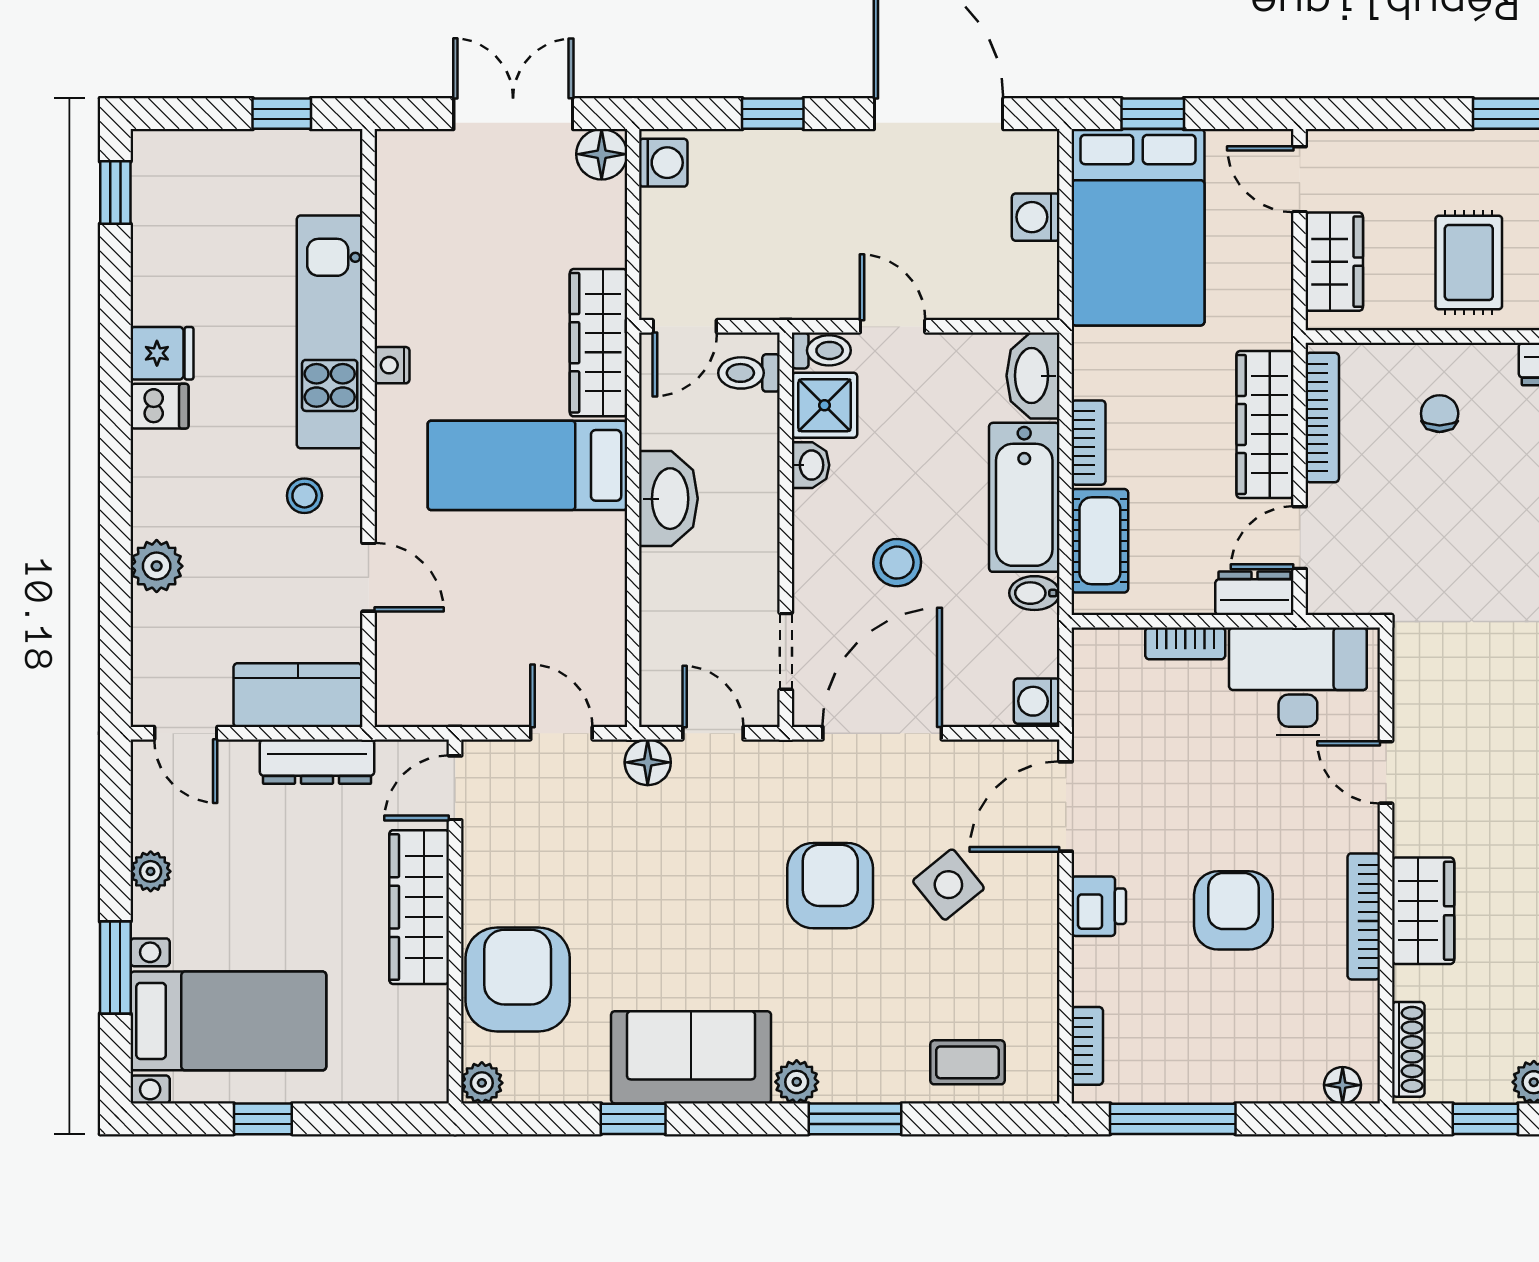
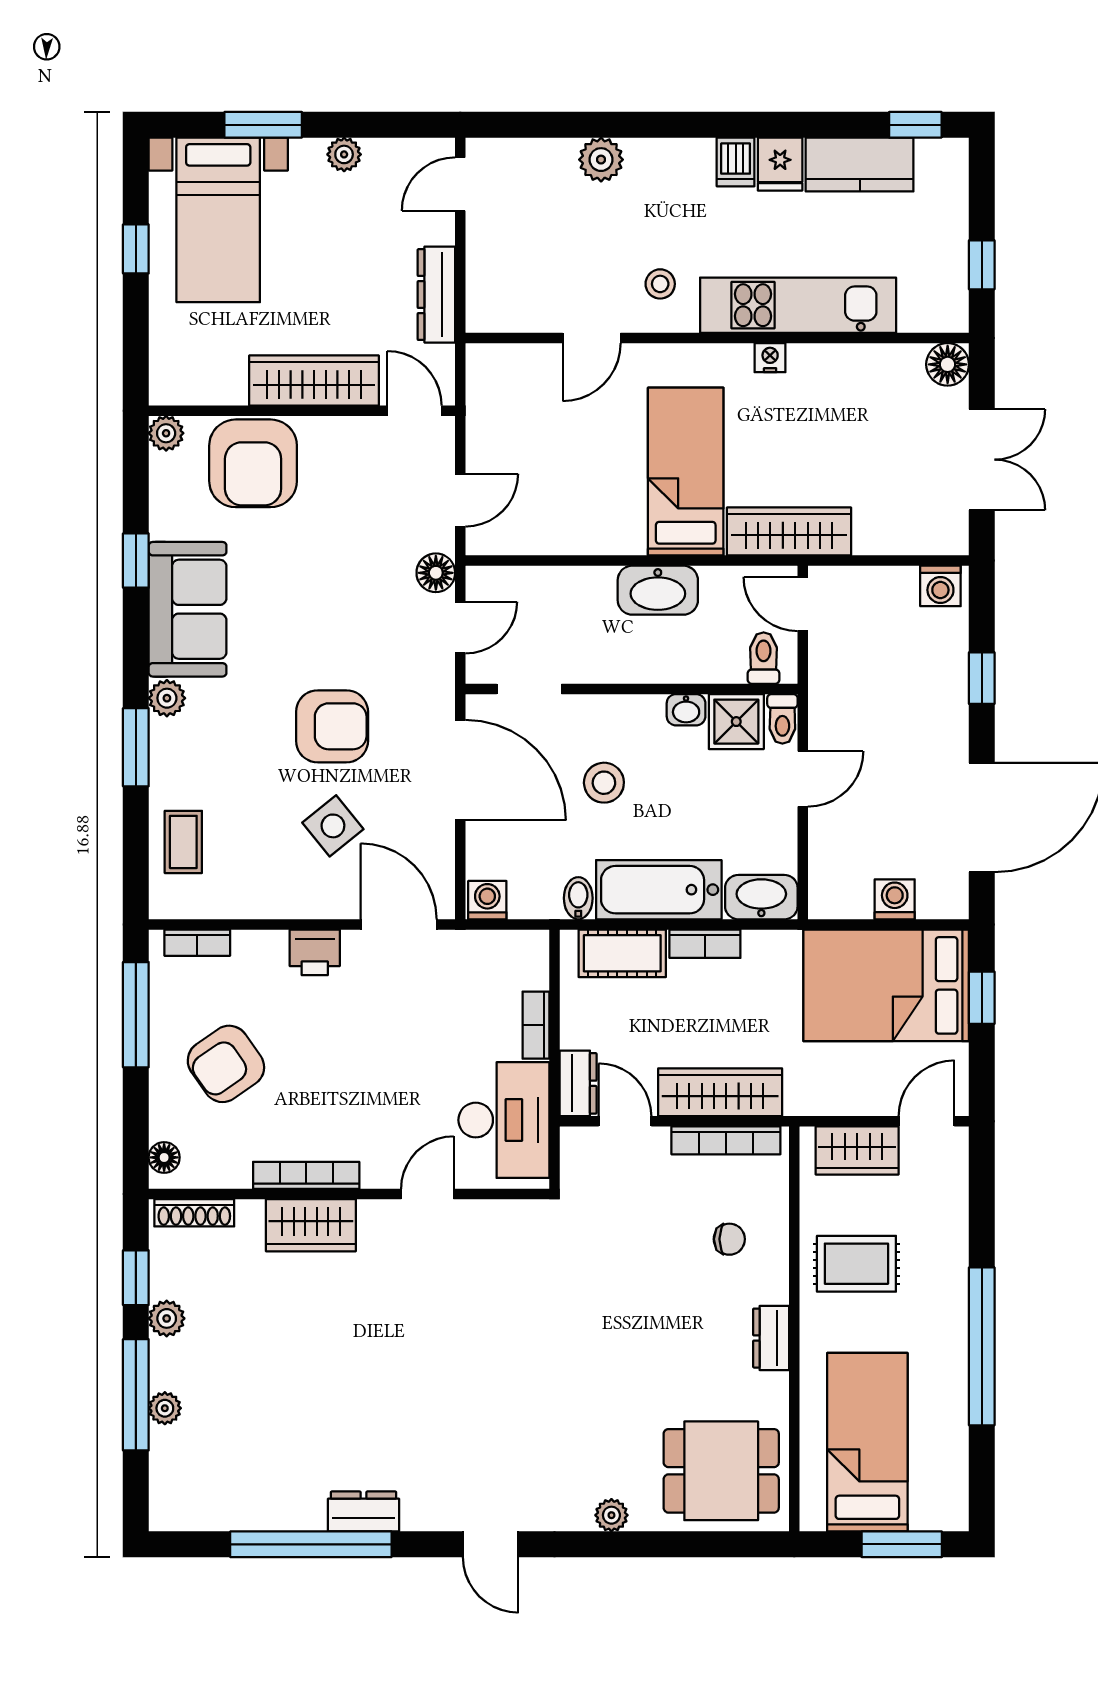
floor lamp: (602, 154) -> (948, 364), moved
kitchen counter: (298, 695) -> (860, 165), moved, turned 90
armchair: (1233, 910) -> (226, 1064), moved, turned 145
armchair: (518, 980) -> (253, 463), turned 90

